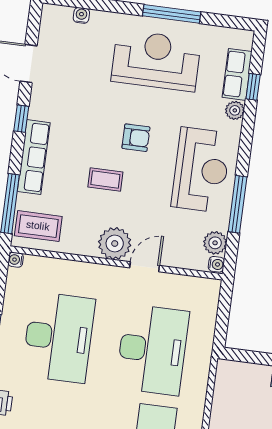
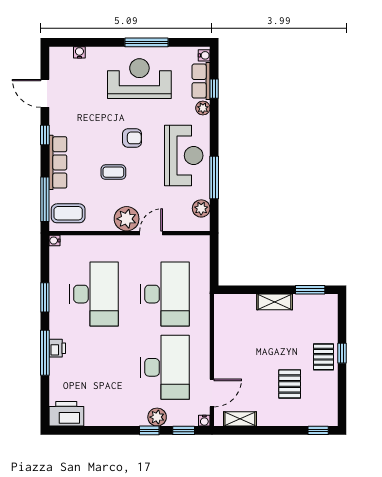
water cooler: (216, 264) -> (204, 55), moved

